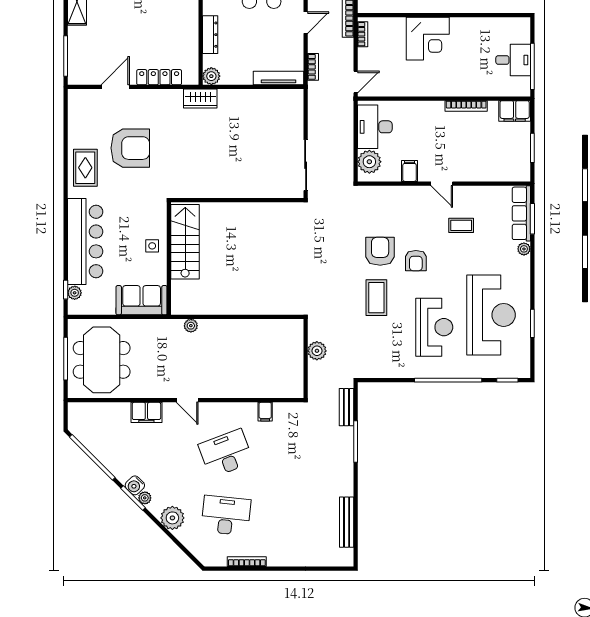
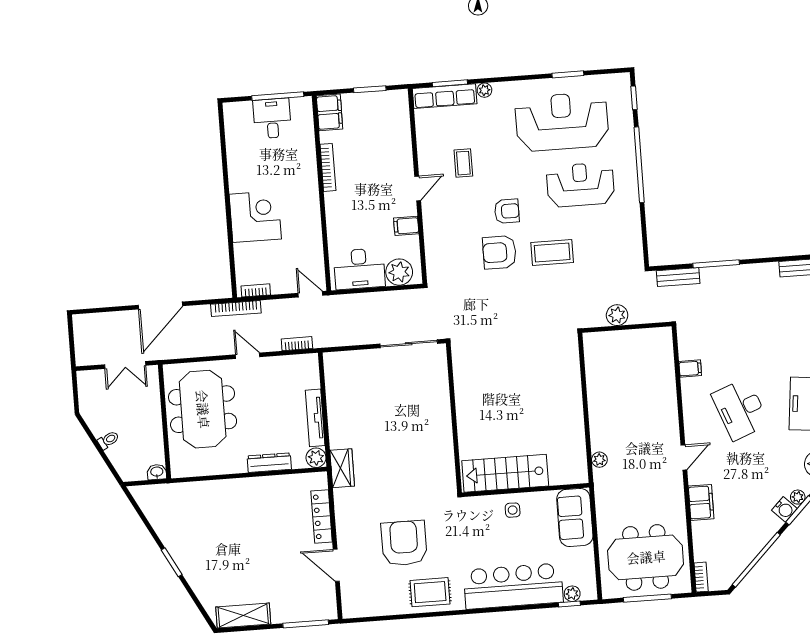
tv unit: (279, 78) -> (315, 418), moved
bookcase: (81, 407) -> (701, 577), added

